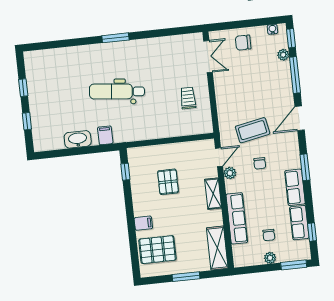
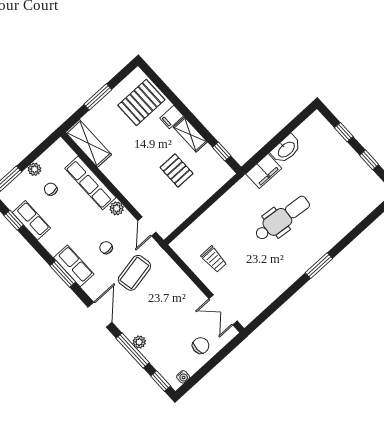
plant: (283, 55) -> (139, 342), moved
filing cabinet: (105, 135) -> (264, 171), width x2.00
plant: (230, 173) -> (117, 208), moved
row of seats: (295, 187) -> (74, 266), moved
shelving: (213, 194) -> (190, 135), moved

